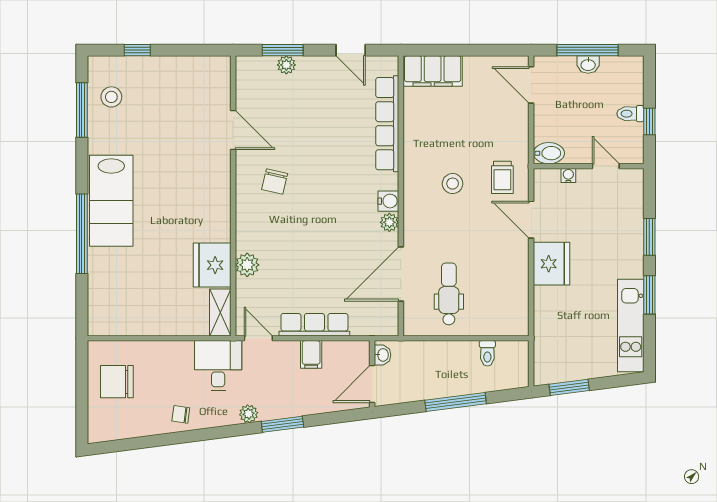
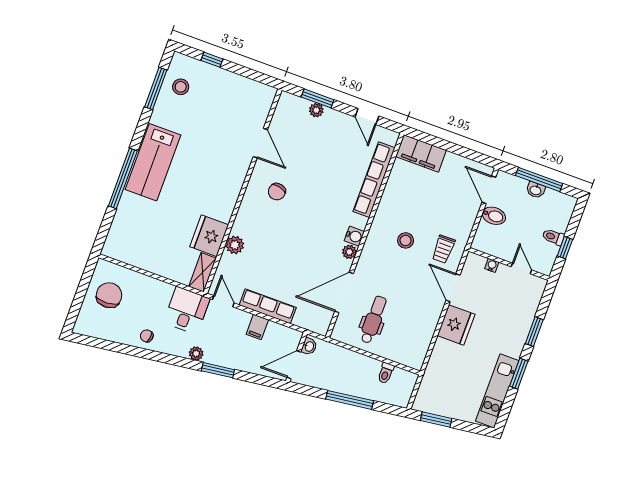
bidet: (549, 153) -> (494, 216), moved
chair: (117, 382) -> (109, 295), turned 87

